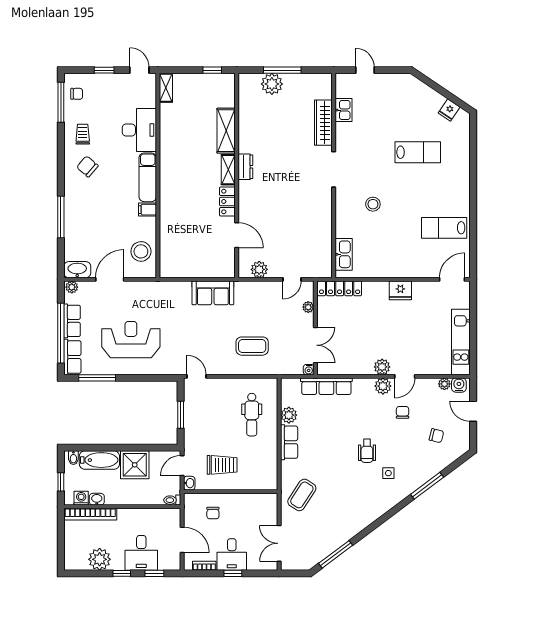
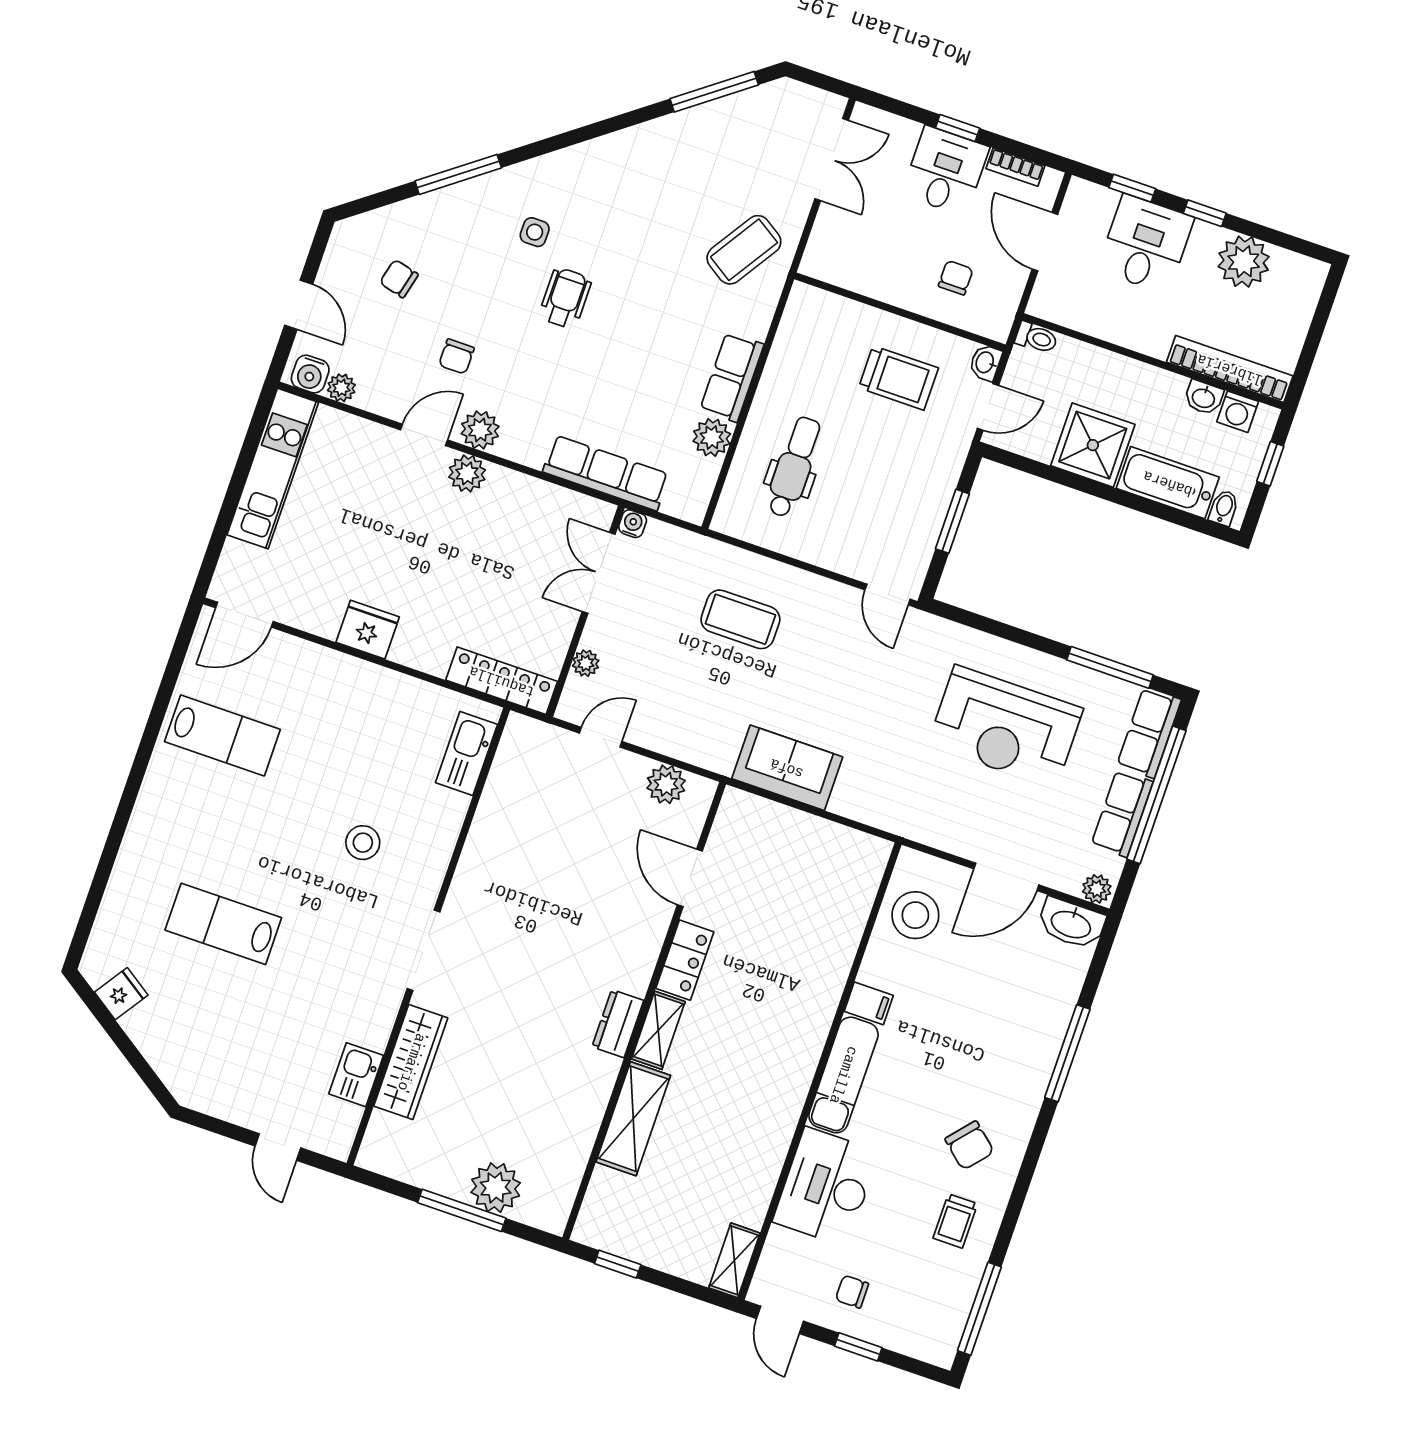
chair: (77, 94) -> (852, 1292), moved
trolley: (222, 465) -> (898, 378), turned 180

